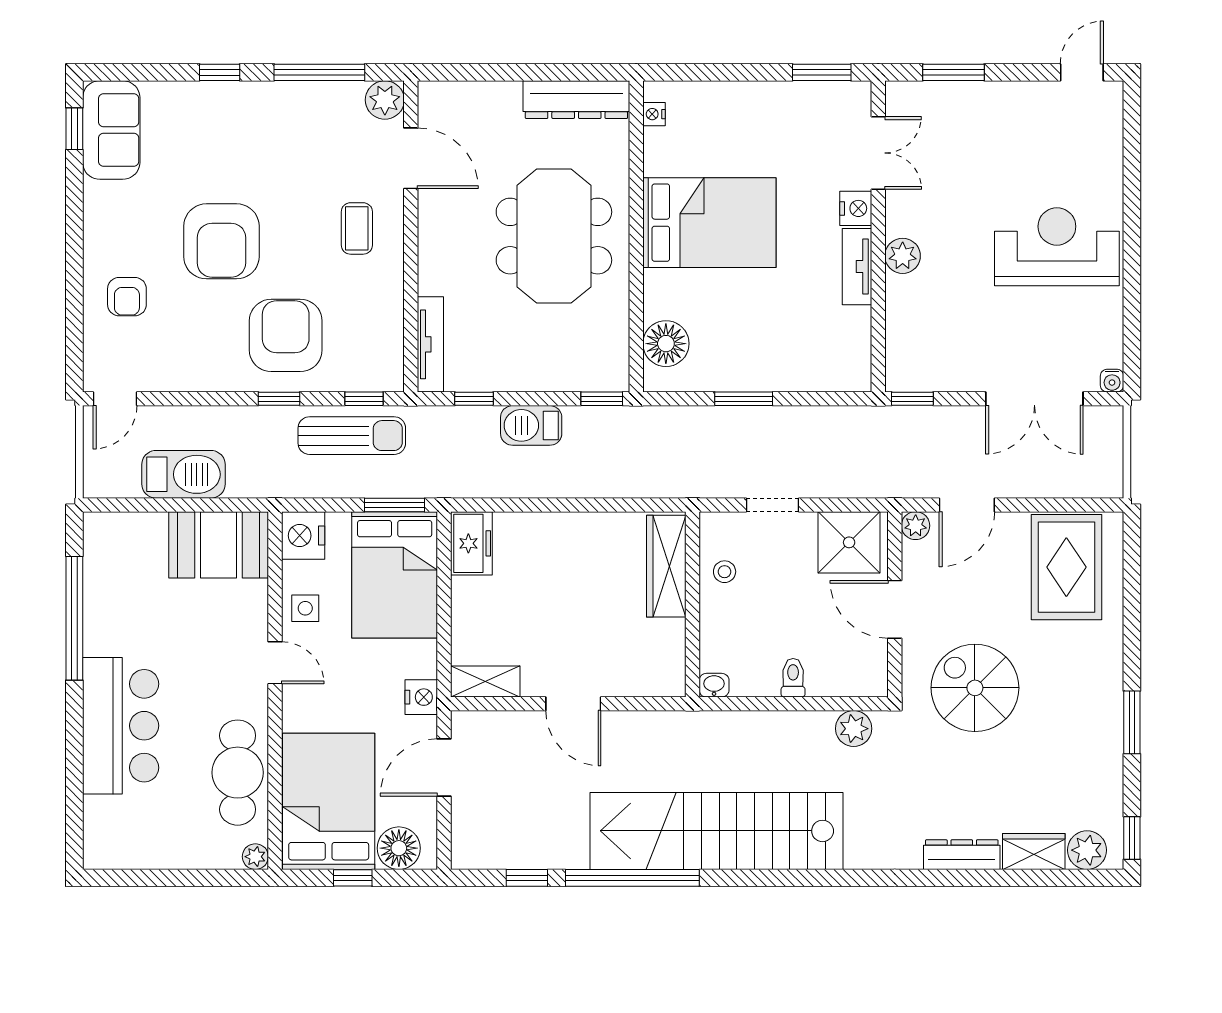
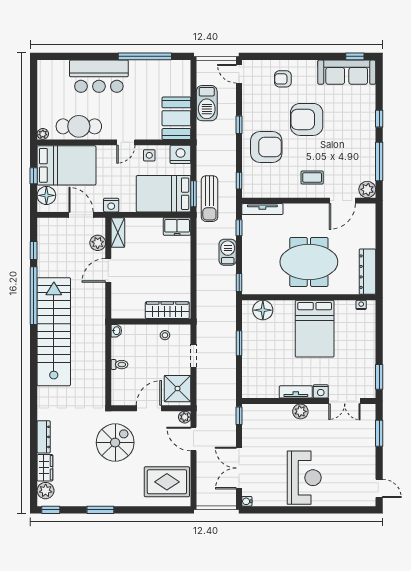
sofa: (111, 130) -> (347, 72), width x1.36
window: (279, 399) -> (239, 125), moved
sun lounger: (352, 436) -> (209, 199), moved
plant: (854, 729) -> (98, 243), moved

